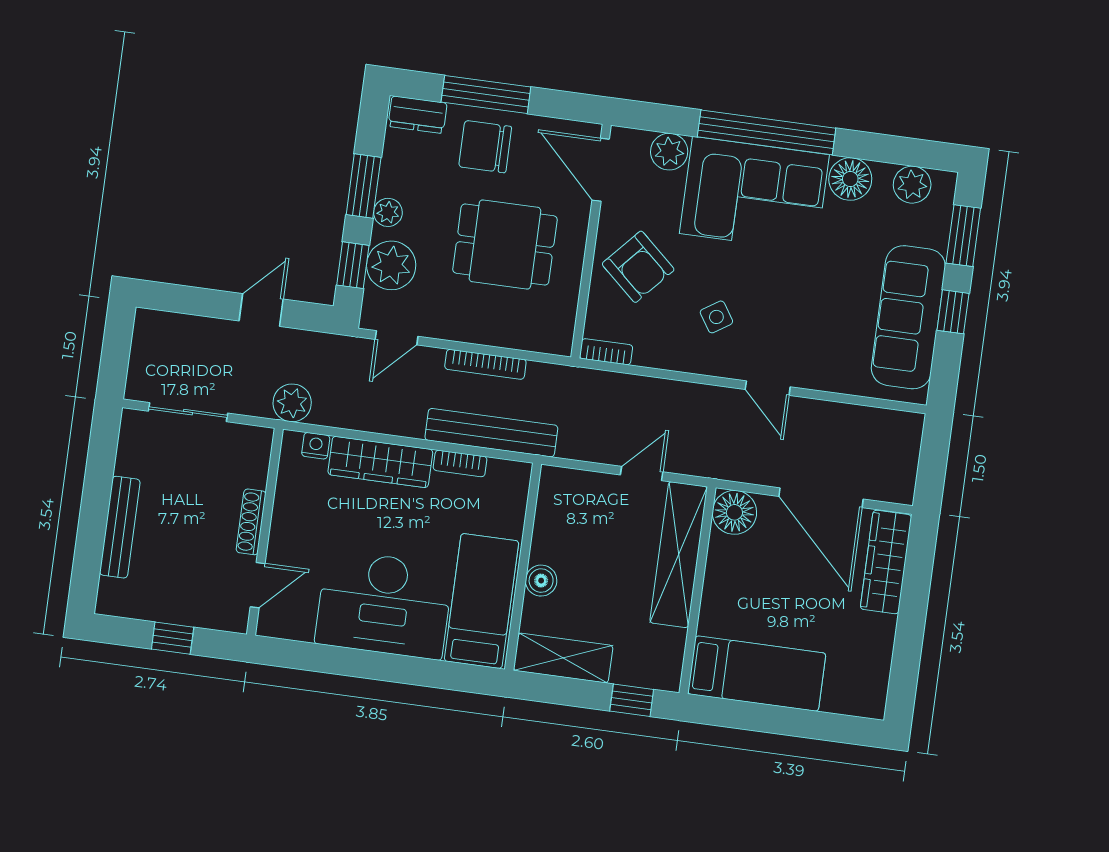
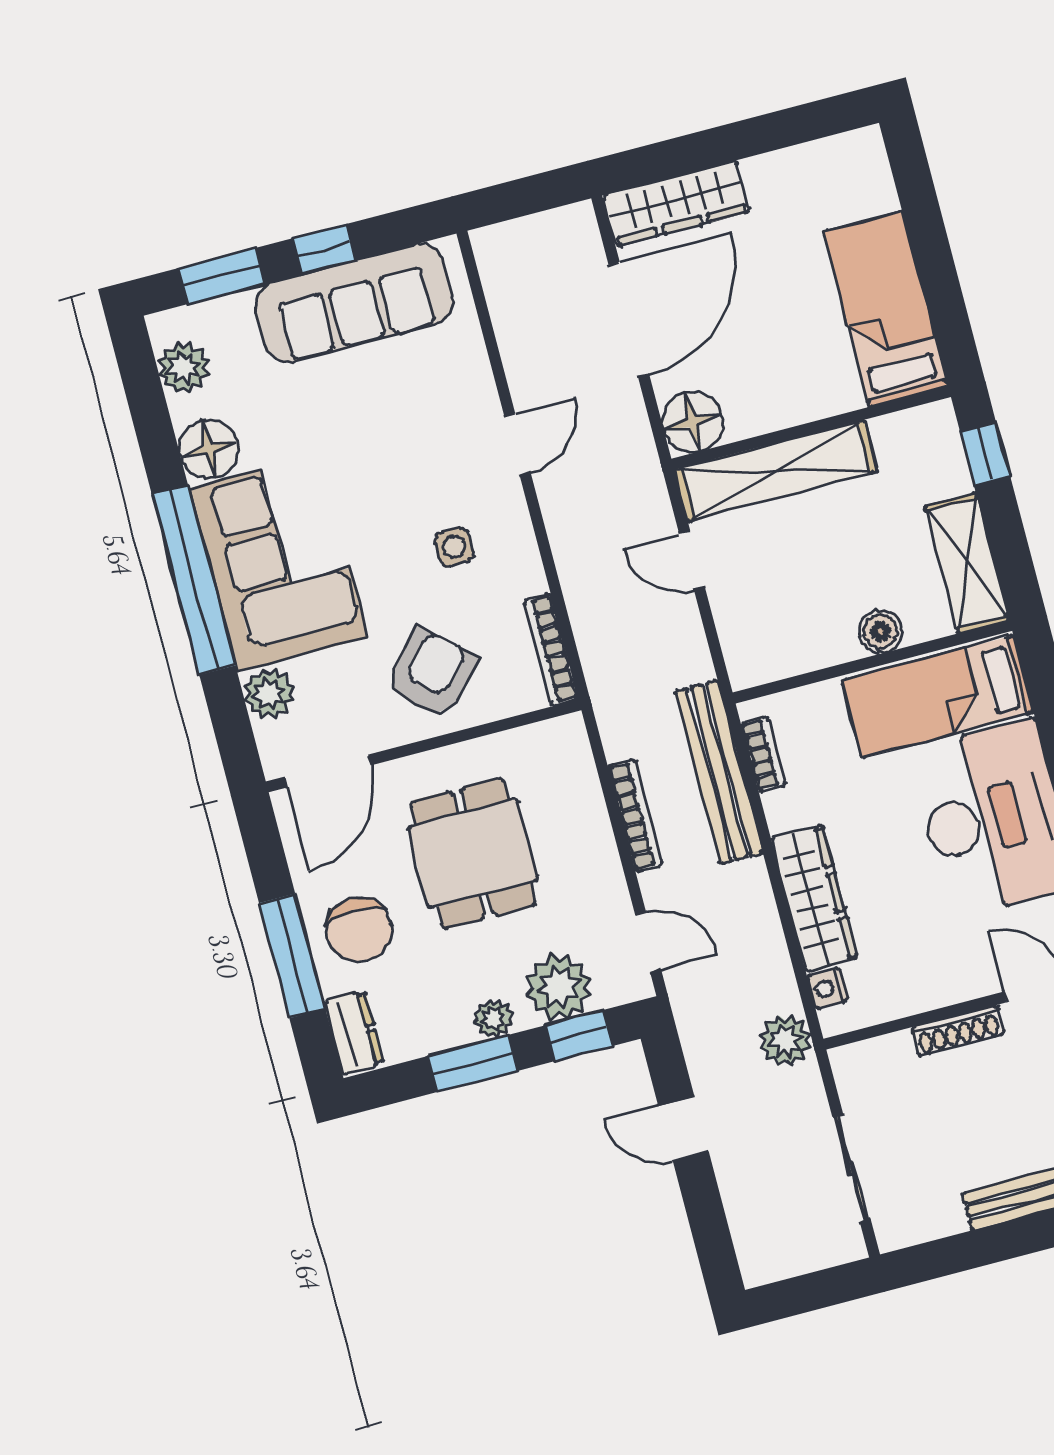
side table: (716, 317) -> (454, 547), turned 33
bookcase: (606, 352) -> (551, 650), width x1.56
bookcase: (460, 463) -> (763, 754), moved

